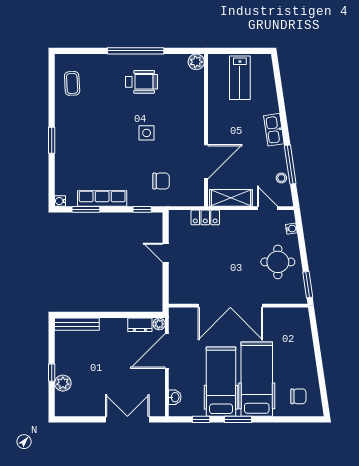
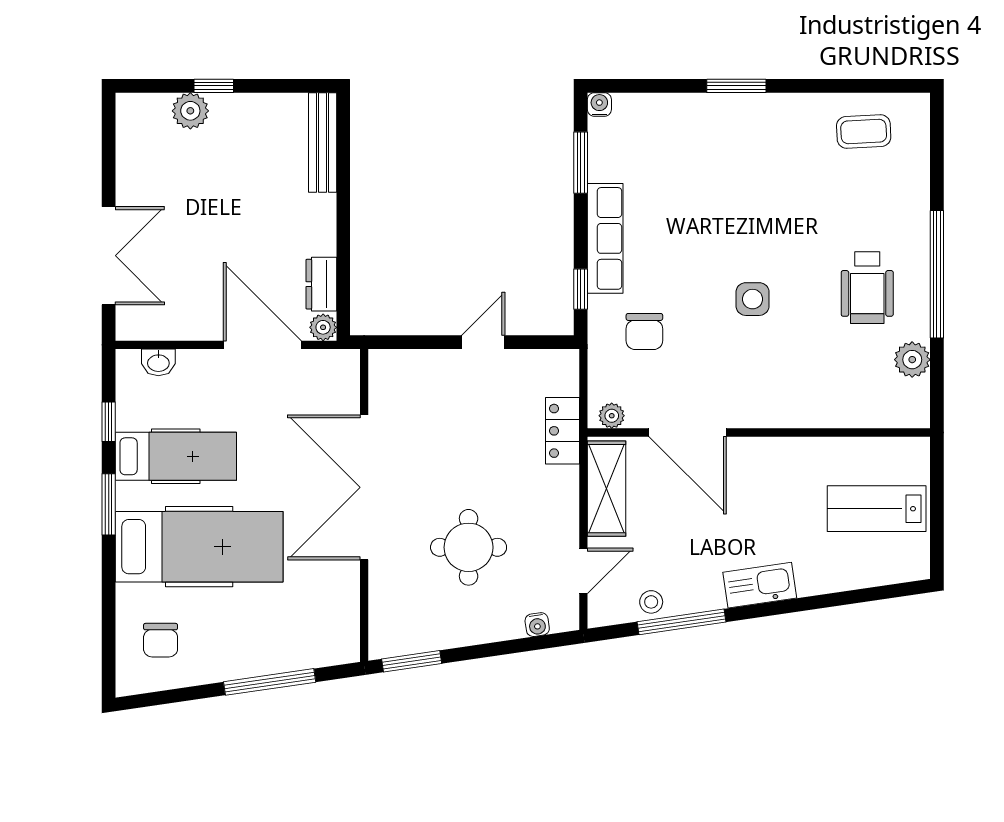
plant: (196, 62) -> (912, 360), moved
plant: (198, 196) -> (612, 416), added
row of seats: (102, 198) -> (605, 238), moved
round table: (278, 262) -> (469, 547), moved
window: (317, 348) -> (270, 682), added
hospital bed: (221, 382) -> (176, 456), width x0.73, depth x0.78

